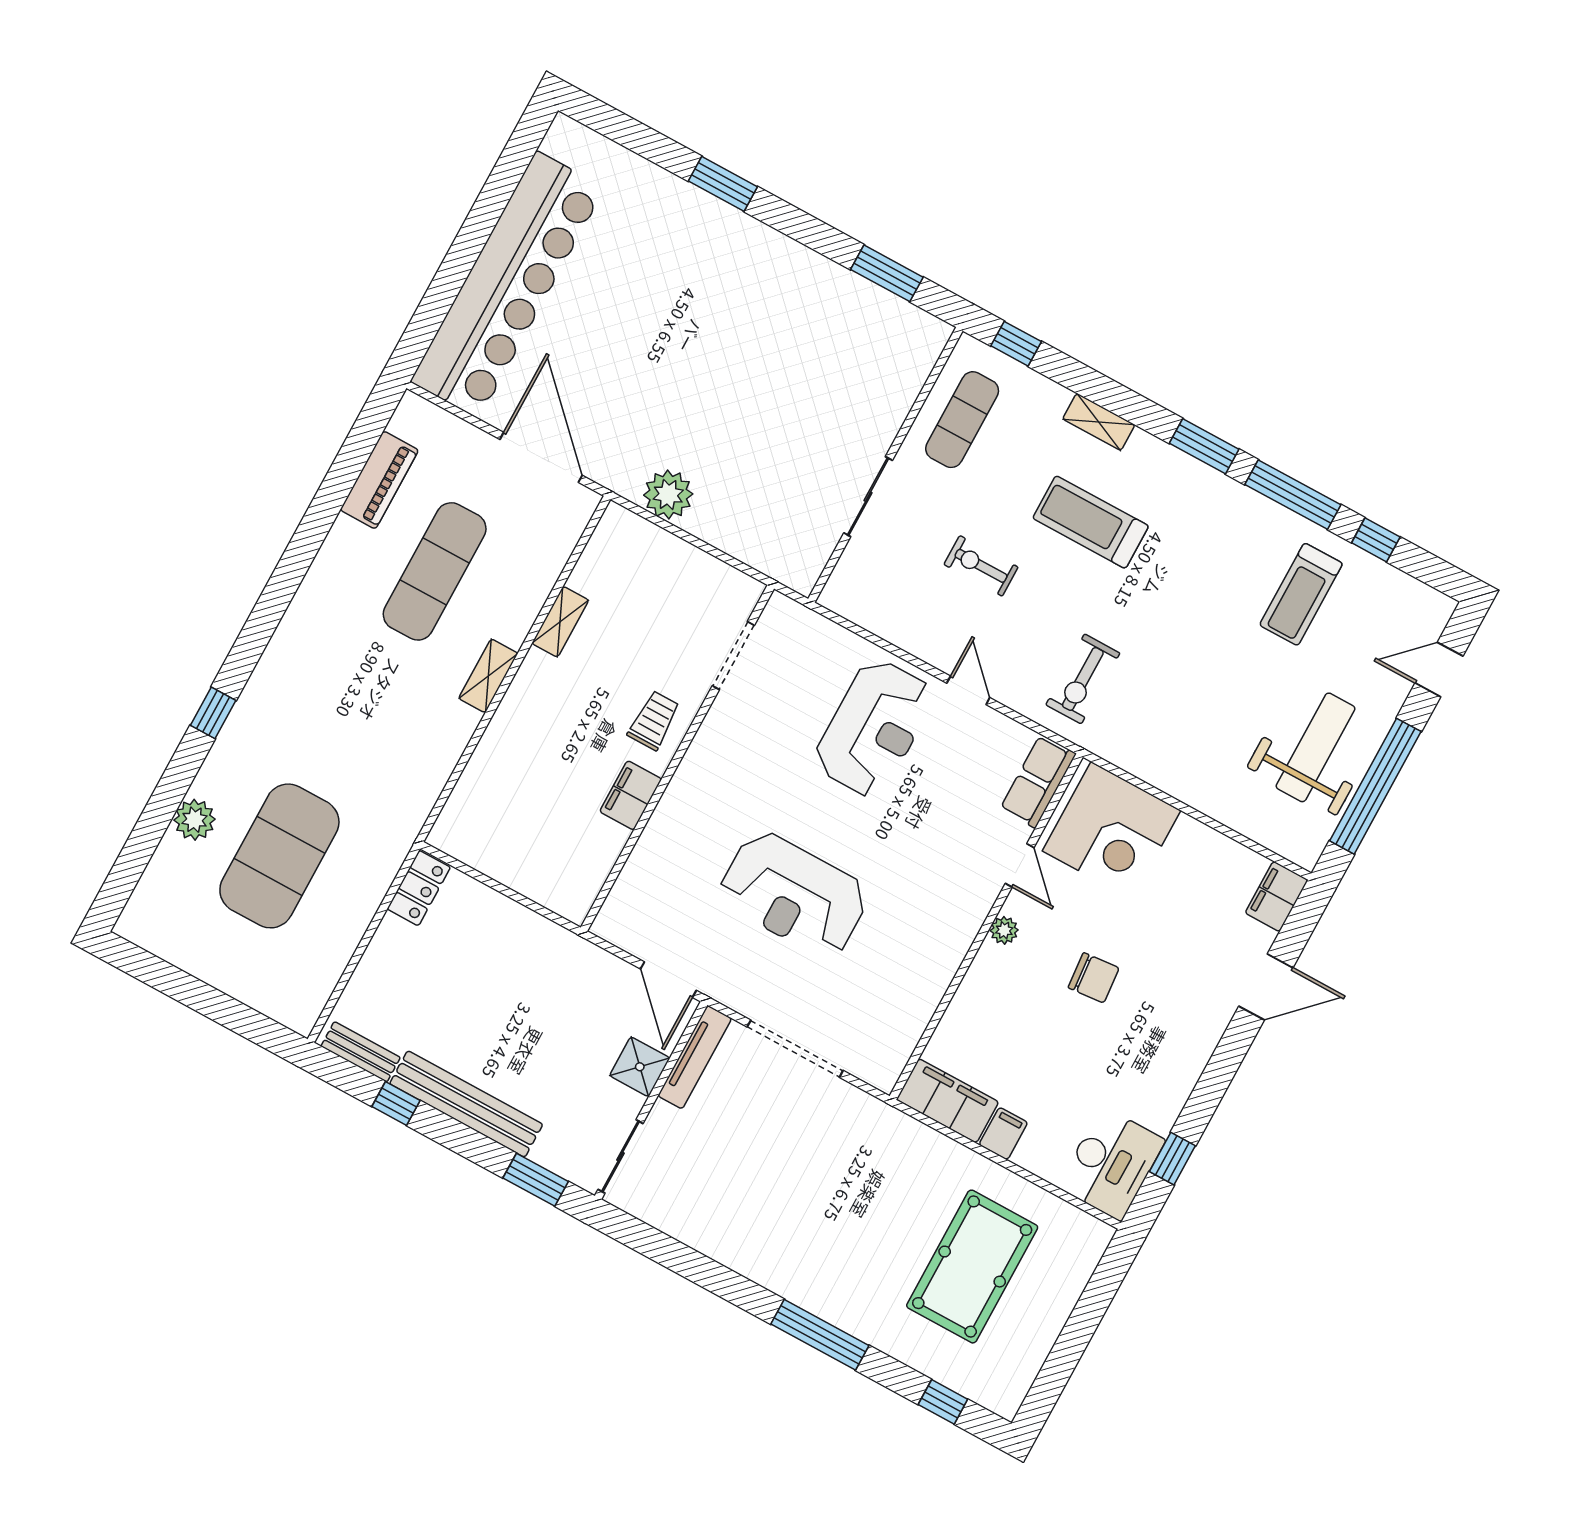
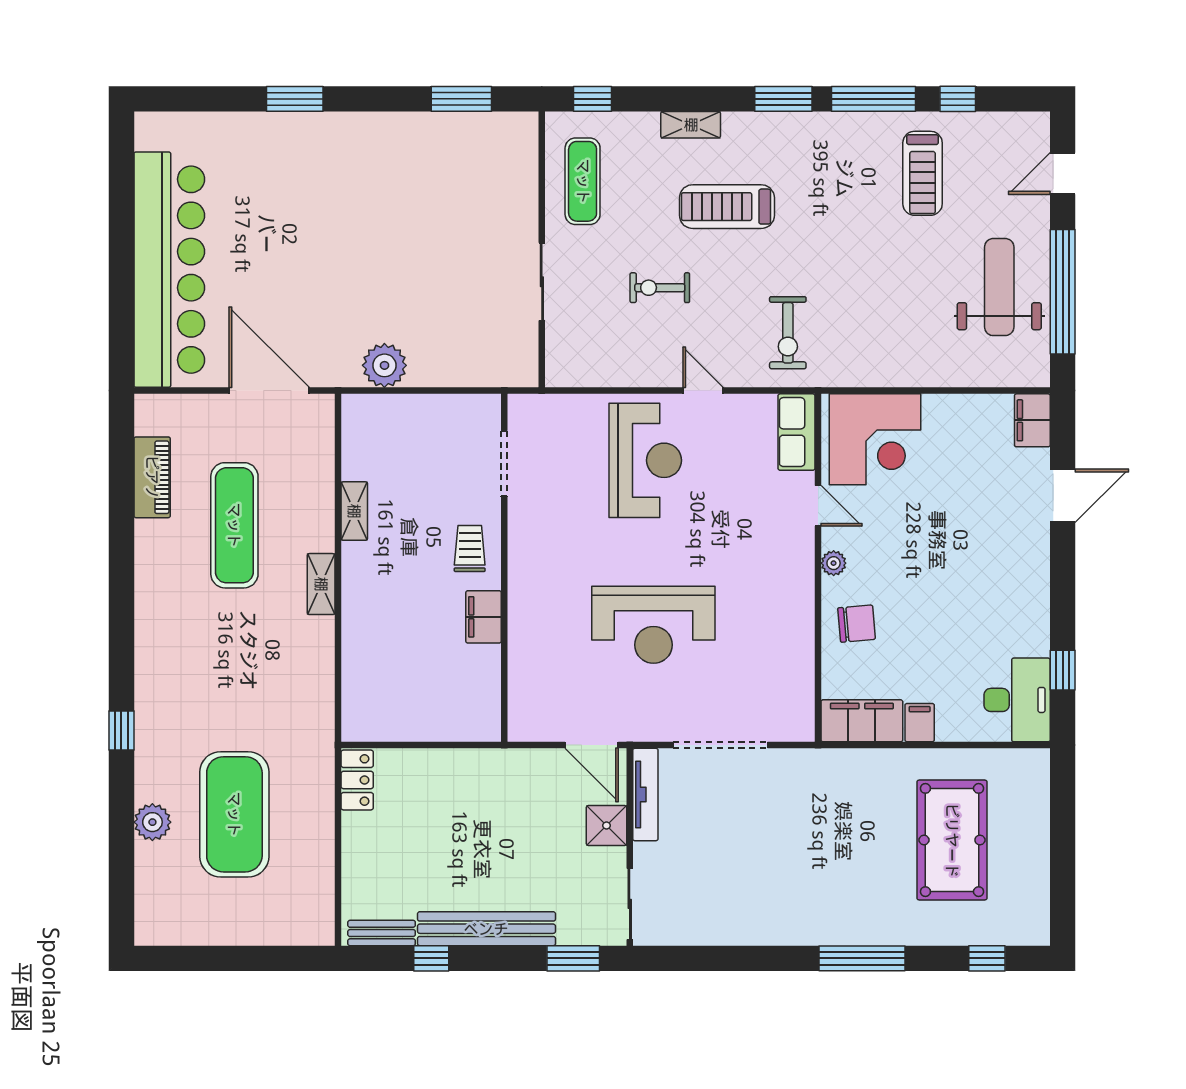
chair: (1094, 978) -> (857, 624), moved

